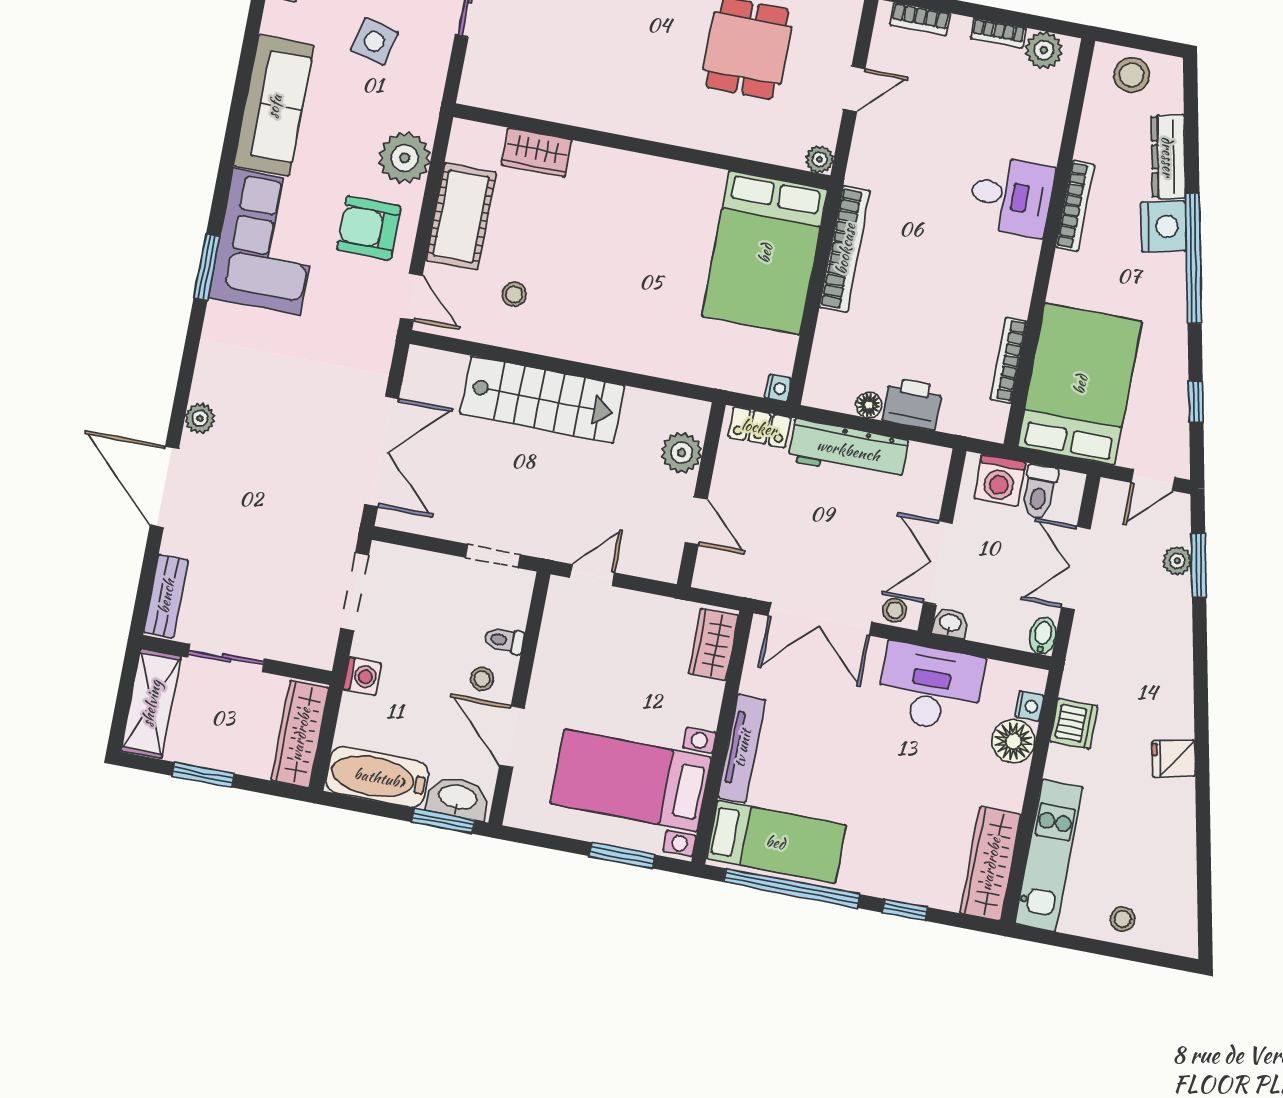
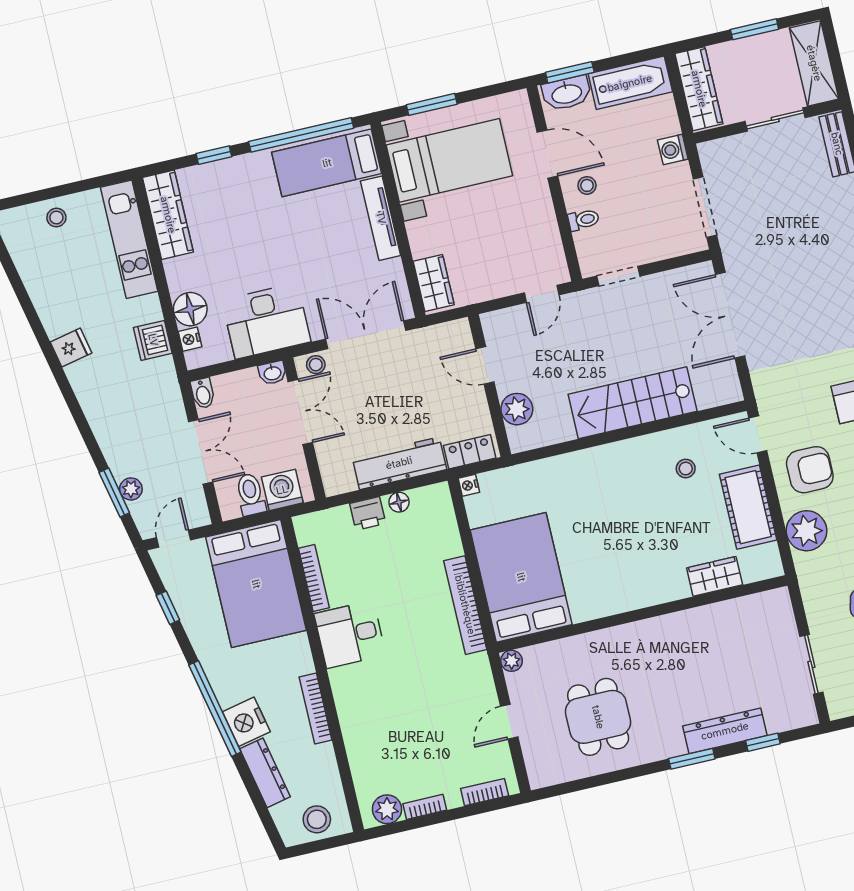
desk: (1011, 196) -> (350, 634), moved
printer: (912, 404) -> (368, 513), width x0.73, depth x0.81

